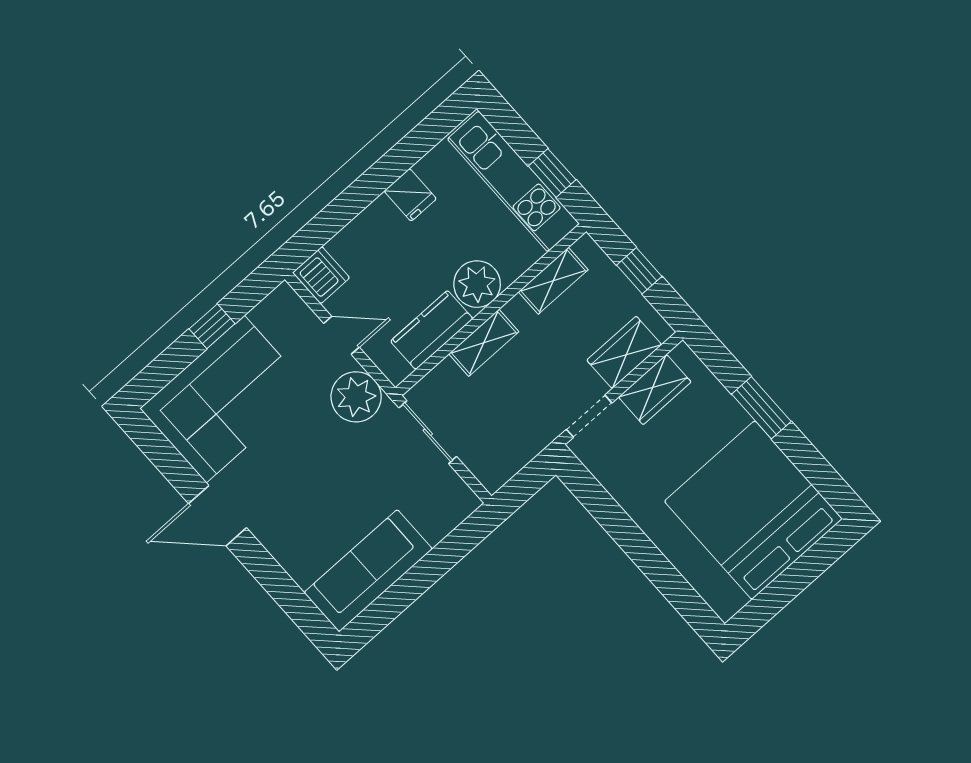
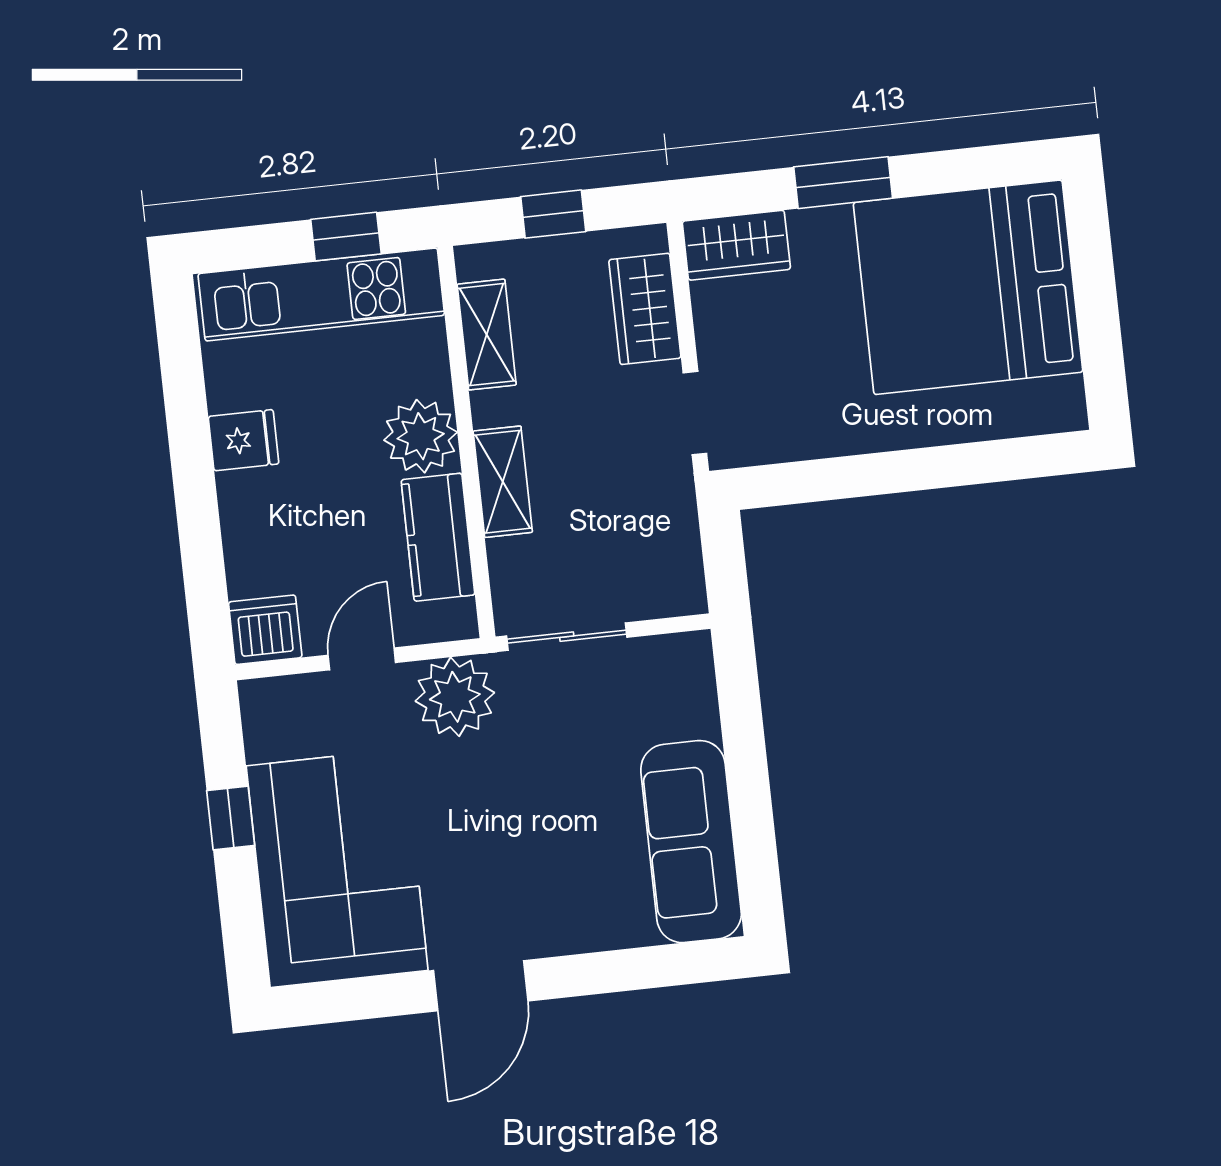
wardrobe: (655, 389) -> (736, 245), moved, turned 90

